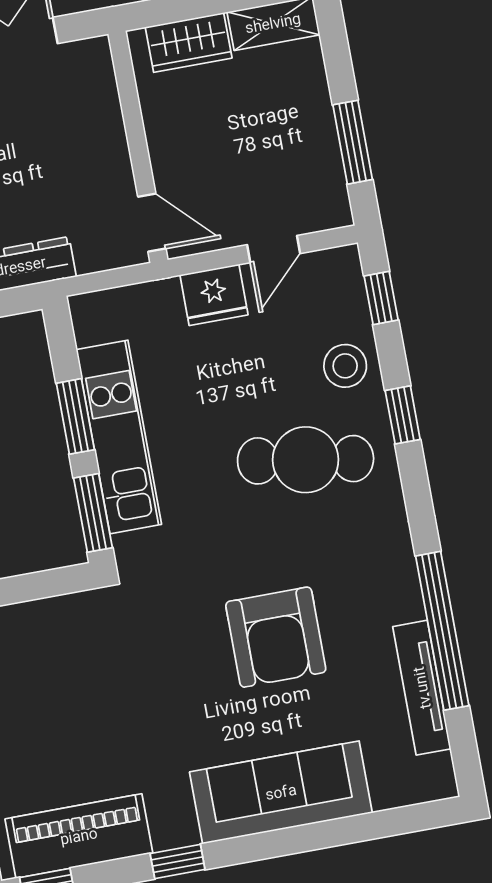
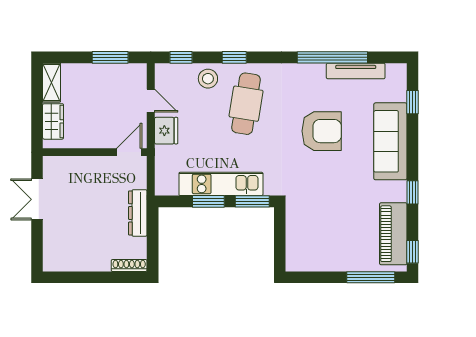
window: (376, 825) -> (412, 102), added

